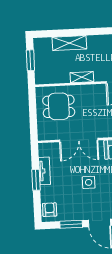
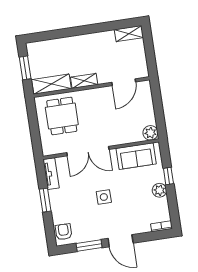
shelving: (69, 43) -> (51, 84), moved
dining table: (59, 106) -> (62, 116), turned 90
tv unit: (45, 171) -> (51, 174), moved

